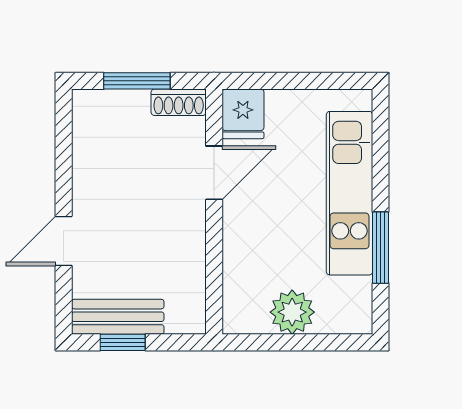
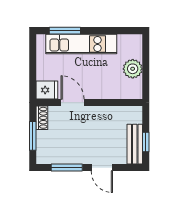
window: (64, 160) -> (67, 168), added
window: (380, 248) -> (65, 31), moved

